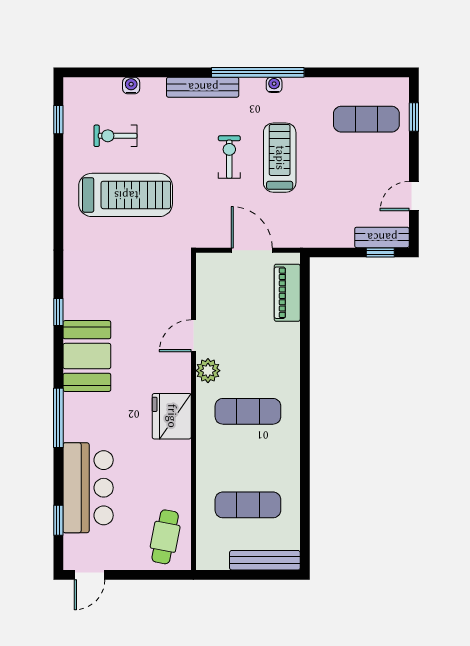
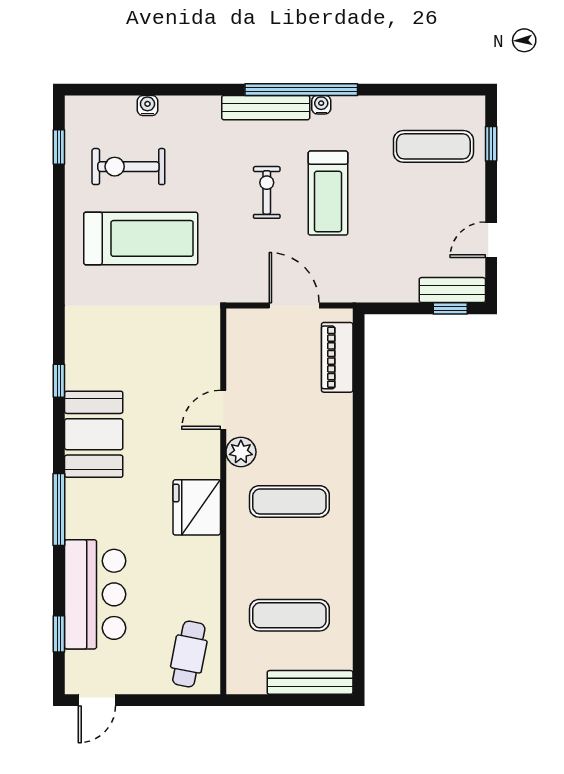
bench: (203, 87) -> (266, 108), moved
exercise bike: (115, 136) -> (128, 167), width x1.38, depth x1.39
treadmill: (280, 158) -> (328, 193), turned 180

